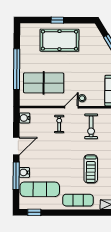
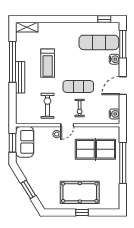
treadmill: (91, 169) -> (48, 63), turned 180
window: (16, 176) -> (123, 44), moved
exercise mat: (78, 200) -> (78, 86), moved

